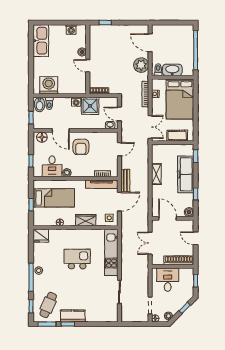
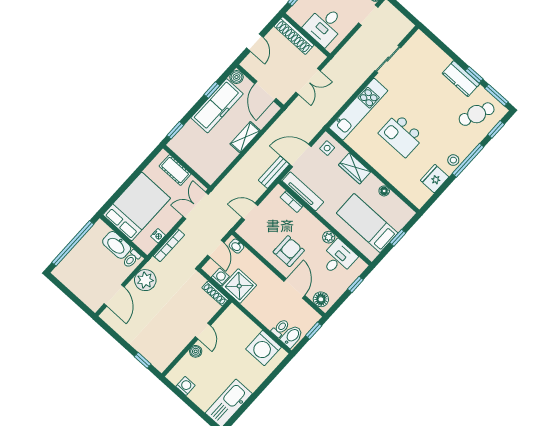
washing machine: (76, 102) -> (220, 277), moved
shelving: (156, 174) -> (245, 137), moved
freezer: (186, 174) -> (217, 106), moved
fridge: (41, 236) -> (435, 179), moved, turned -90

